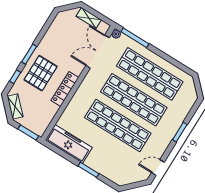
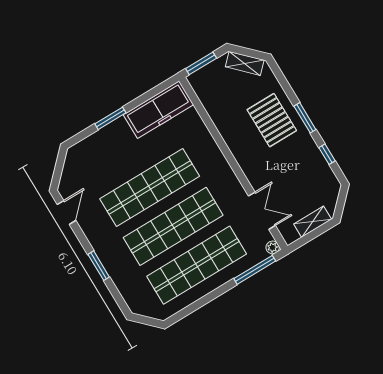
double door: (98, 52) -> (262, 211), width x0.73
window: (15, 77) -> (327, 154), moved
locker: (65, 89) -> (234, 142), removed

